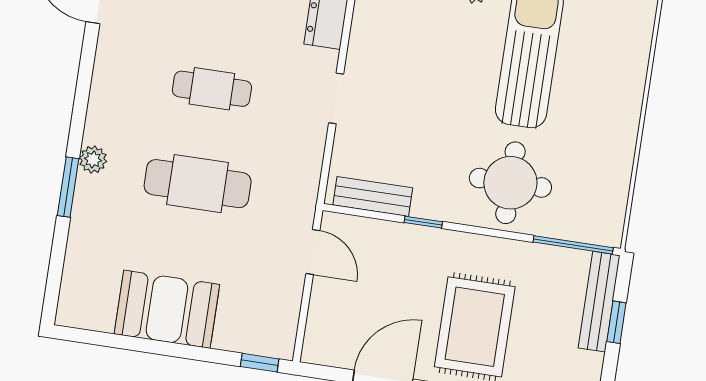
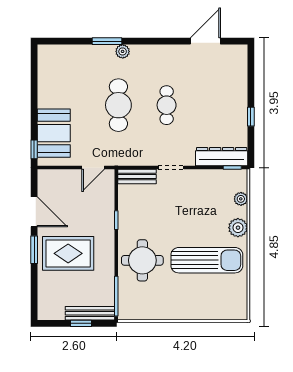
bench: (373, 196) -> (137, 176), moved, turned 90
booth: (167, 309) -> (54, 133), moved

